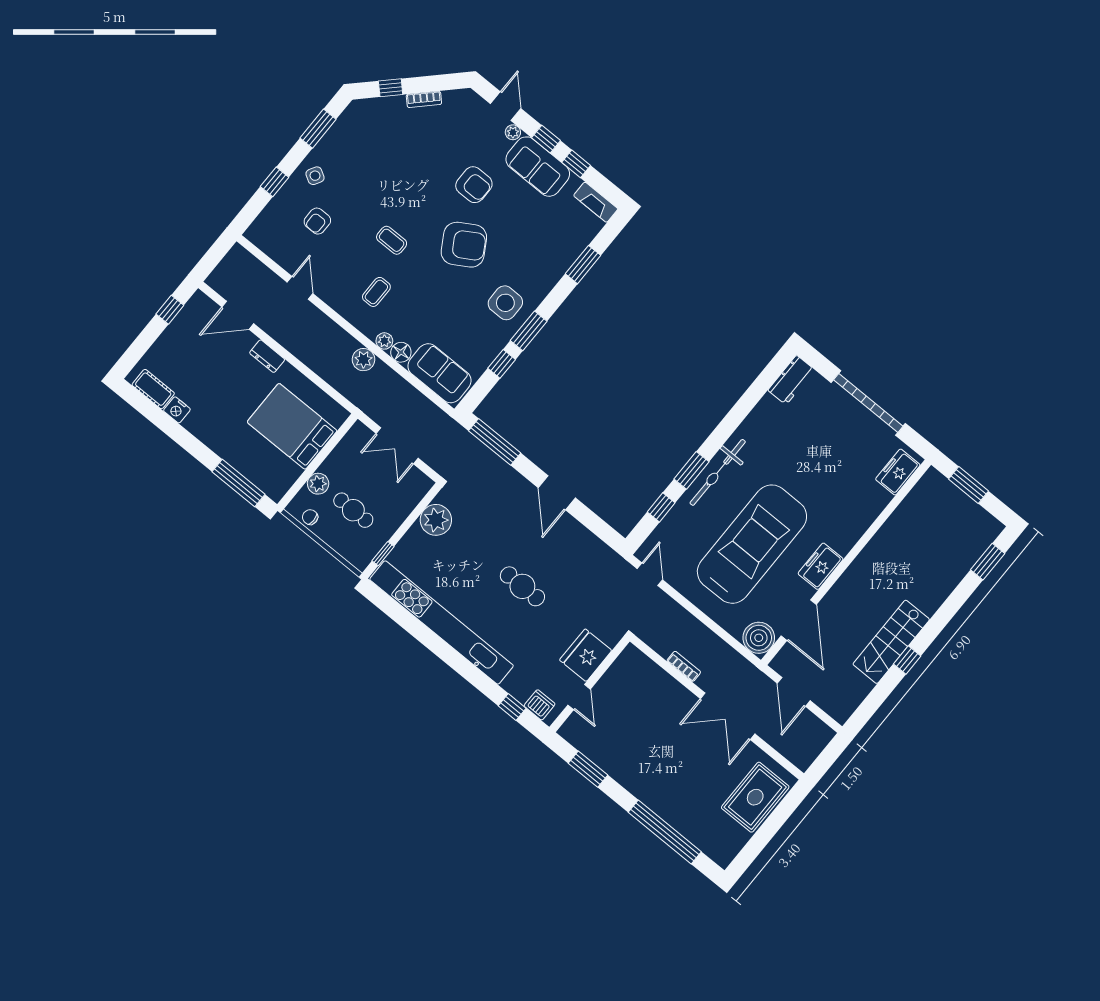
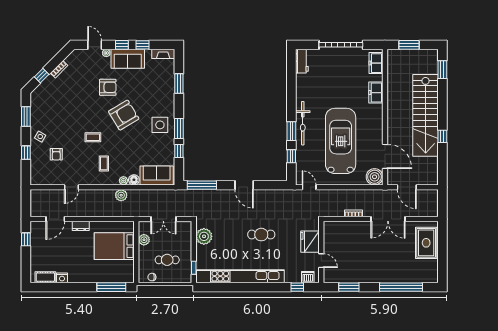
door: (300, 288) -> (71, 187), swing flipped
plant: (318, 484) -> (144, 240), moved
freezer: (821, 566) -> (376, 93), moved
stairs: (891, 642) -> (426, 115), width x1.86, depth x1.51

